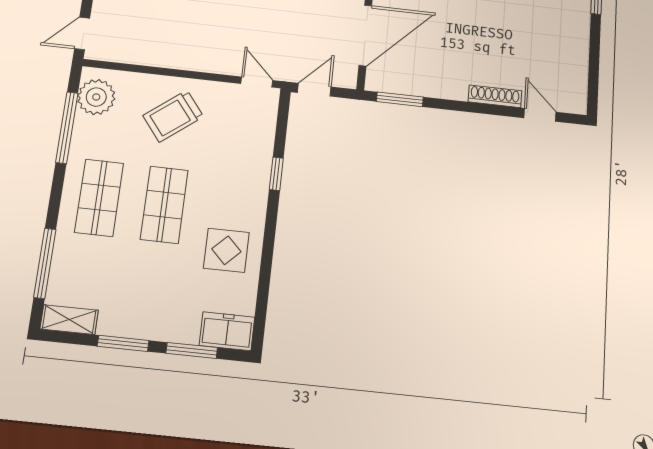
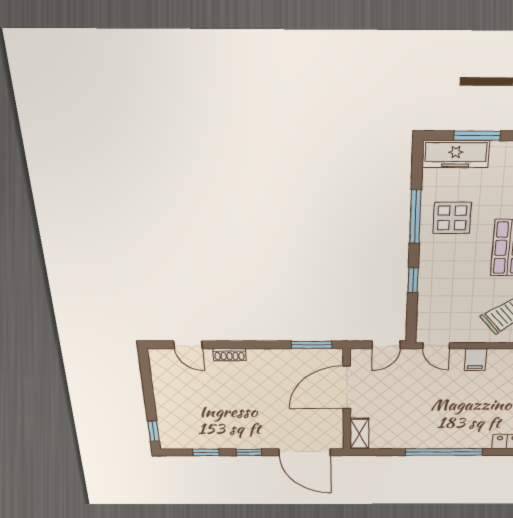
filing cabinet: (212, 58) -> (475, 360), added
shoe rack: (495, 96) -> (229, 355), width x0.70
window: (267, 256) -> (415, 217), added
freezer: (227, 331) -> (456, 154), width x1.40

